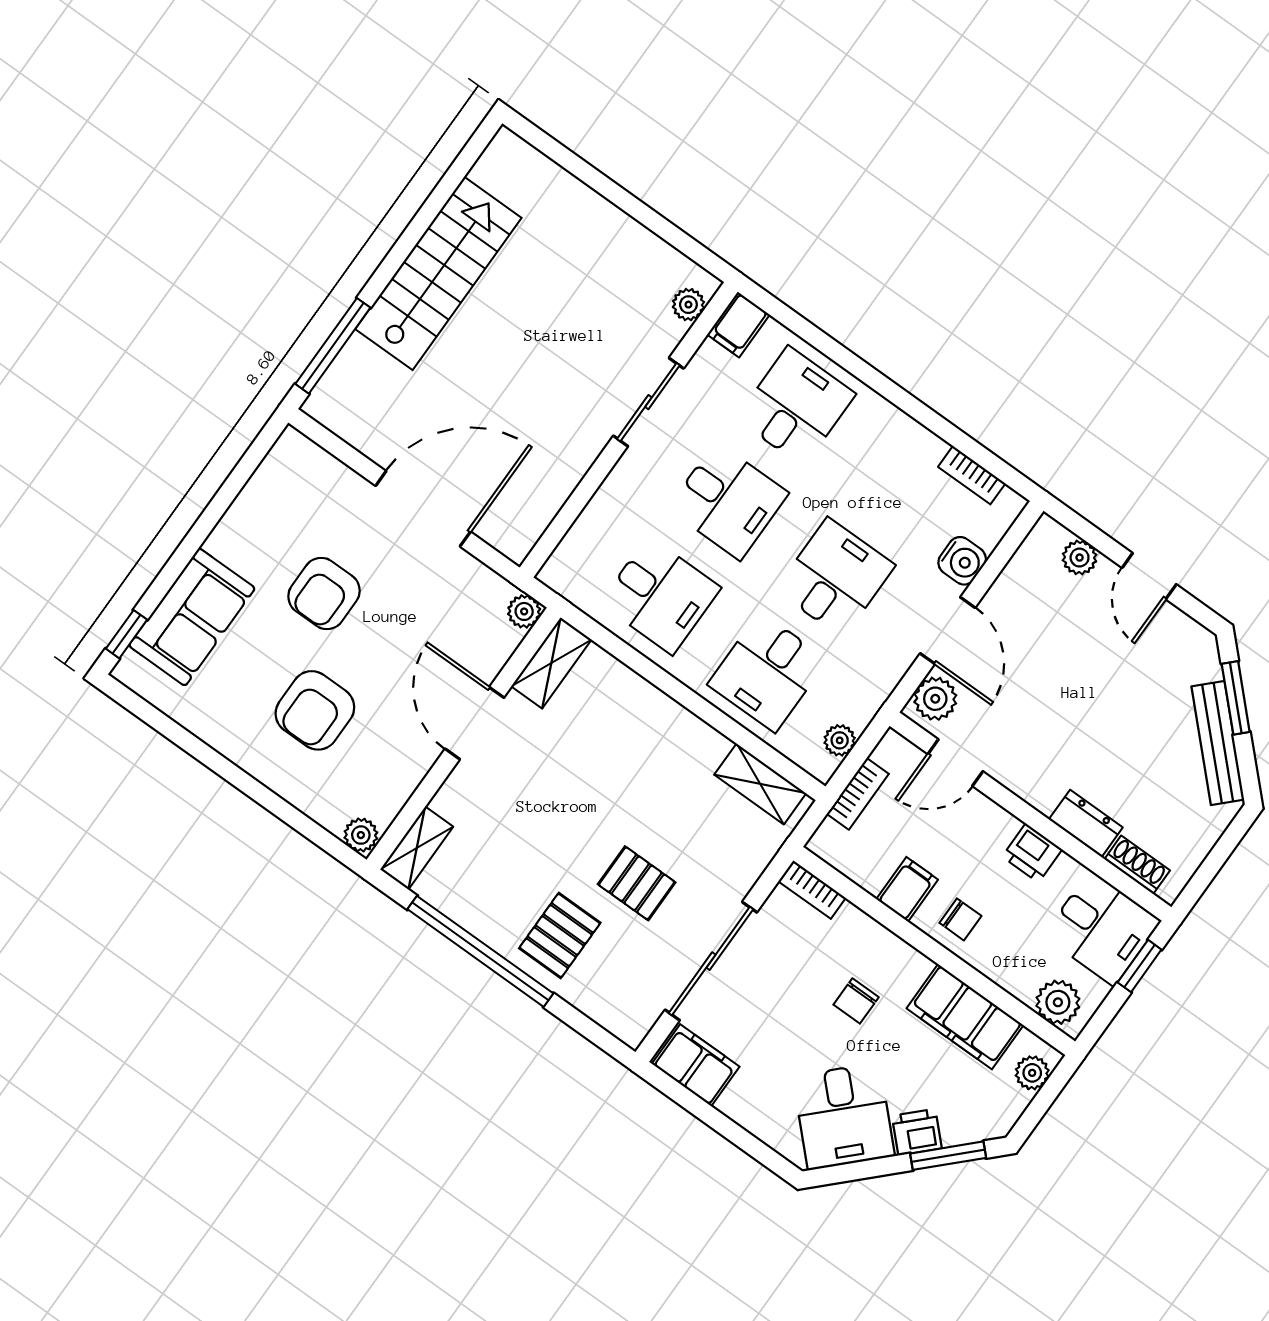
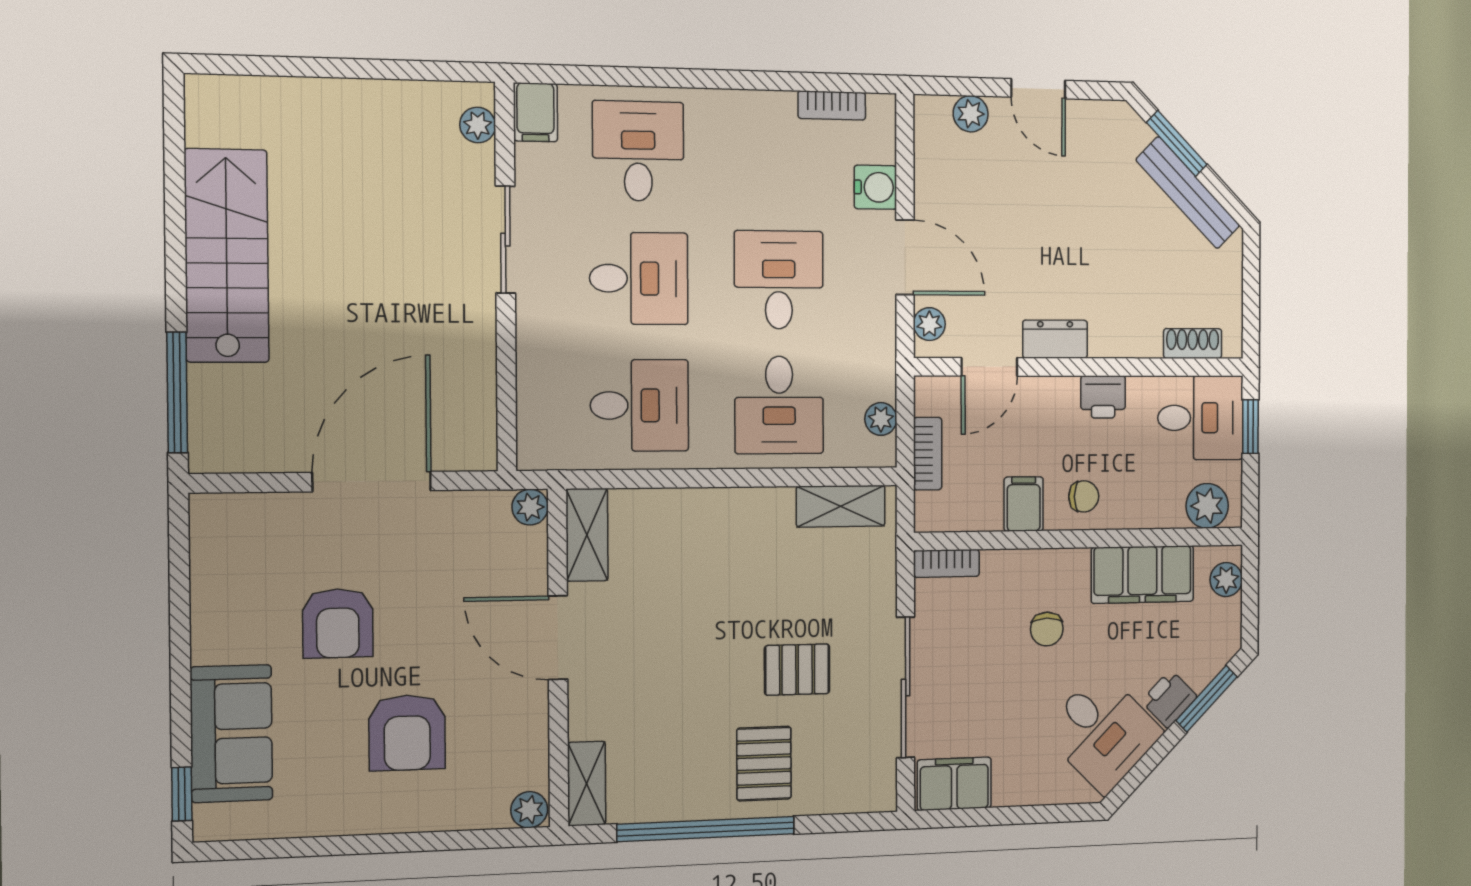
plant: (935, 699) -> (929, 324), width x0.73, depth x0.73
dresser: (1086, 823) -> (1055, 339), moved

